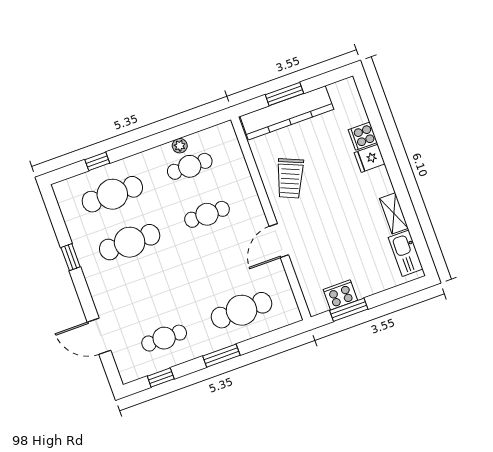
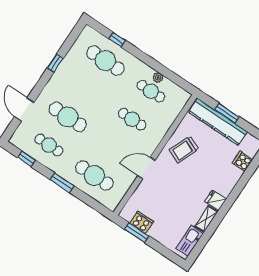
cooker: (363, 136) -> (242, 161), moved
fridge: (370, 158) -> (216, 200), moved
cafe table: (130, 242) -> (68, 117), moved

